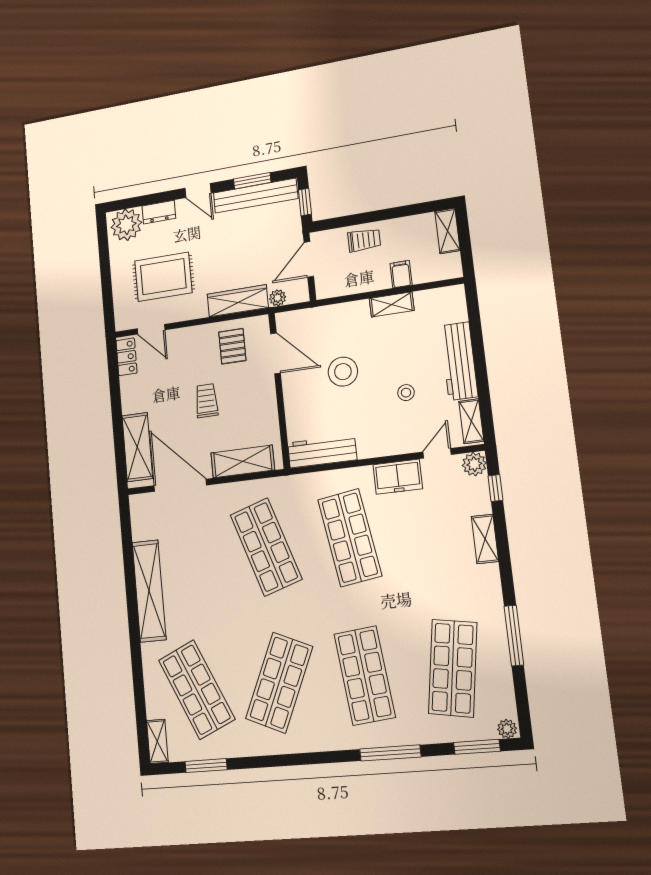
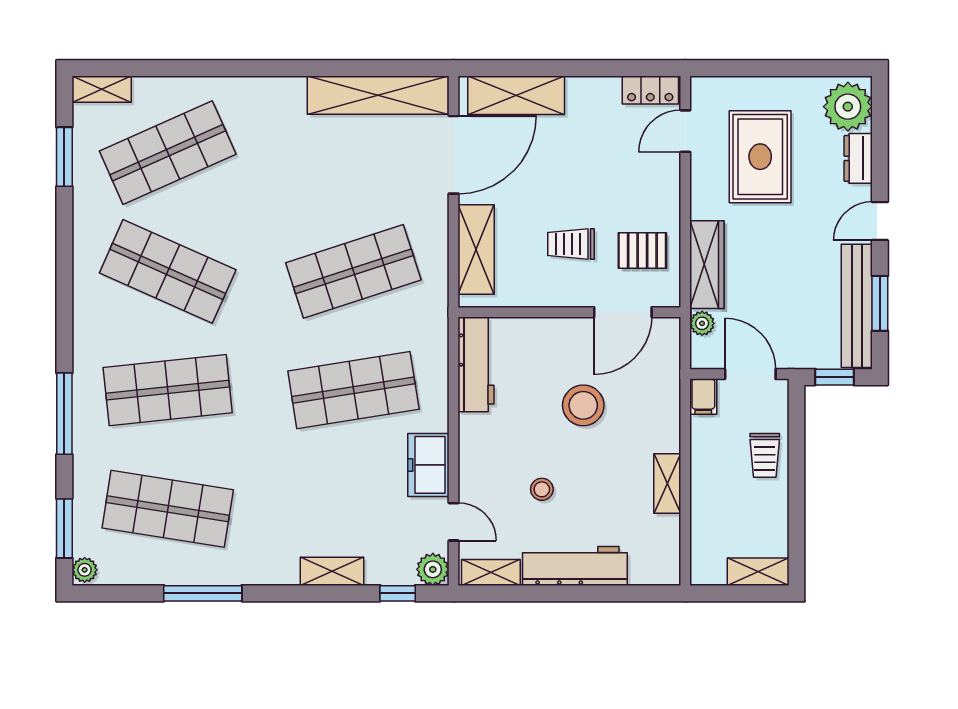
filing cabinet: (401, 274) -> (703, 396), moved, turned 90
trolley: (206, 401) -> (571, 244), moved, turned 180
shelving: (149, 591) -> (378, 95), moved

